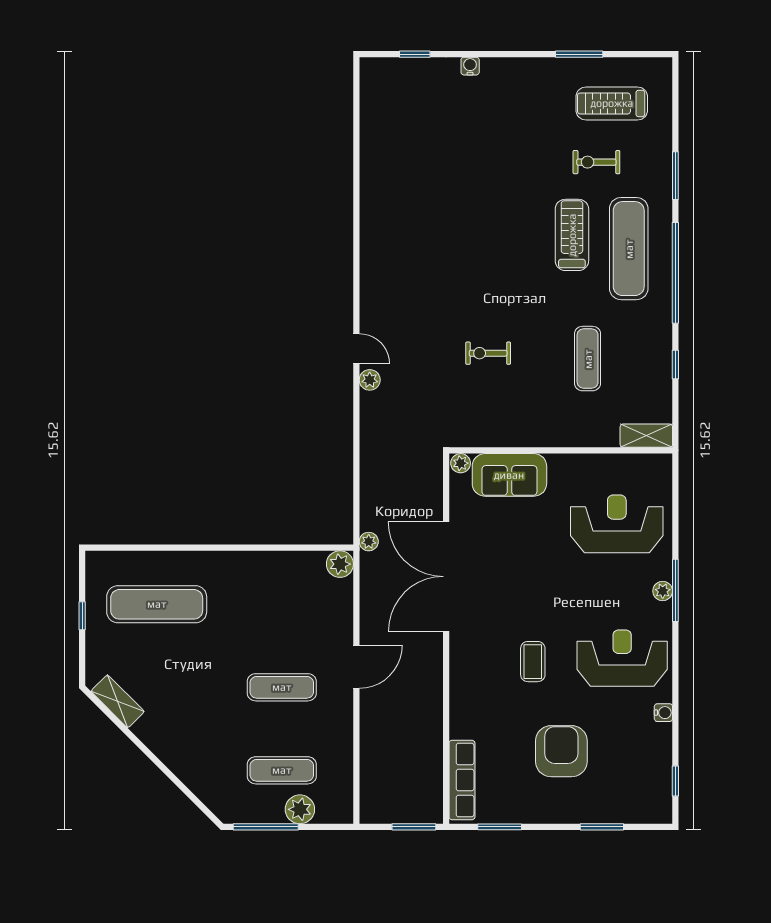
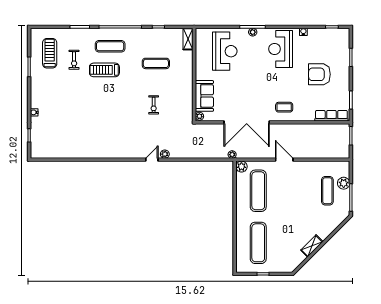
treadmill: (612, 103) -> (50, 53), turned 180
exercise mat: (629, 249) -> (110, 46), width x0.73, depth x0.69
reception desk: (617, 524) -> (225, 51), turned 180
coffee table: (533, 662) -> (284, 107), moved
exercise mat: (282, 687) -> (258, 191), moved, width x1.36, depth x1.45
shelving: (118, 701) -> (312, 246), moved

